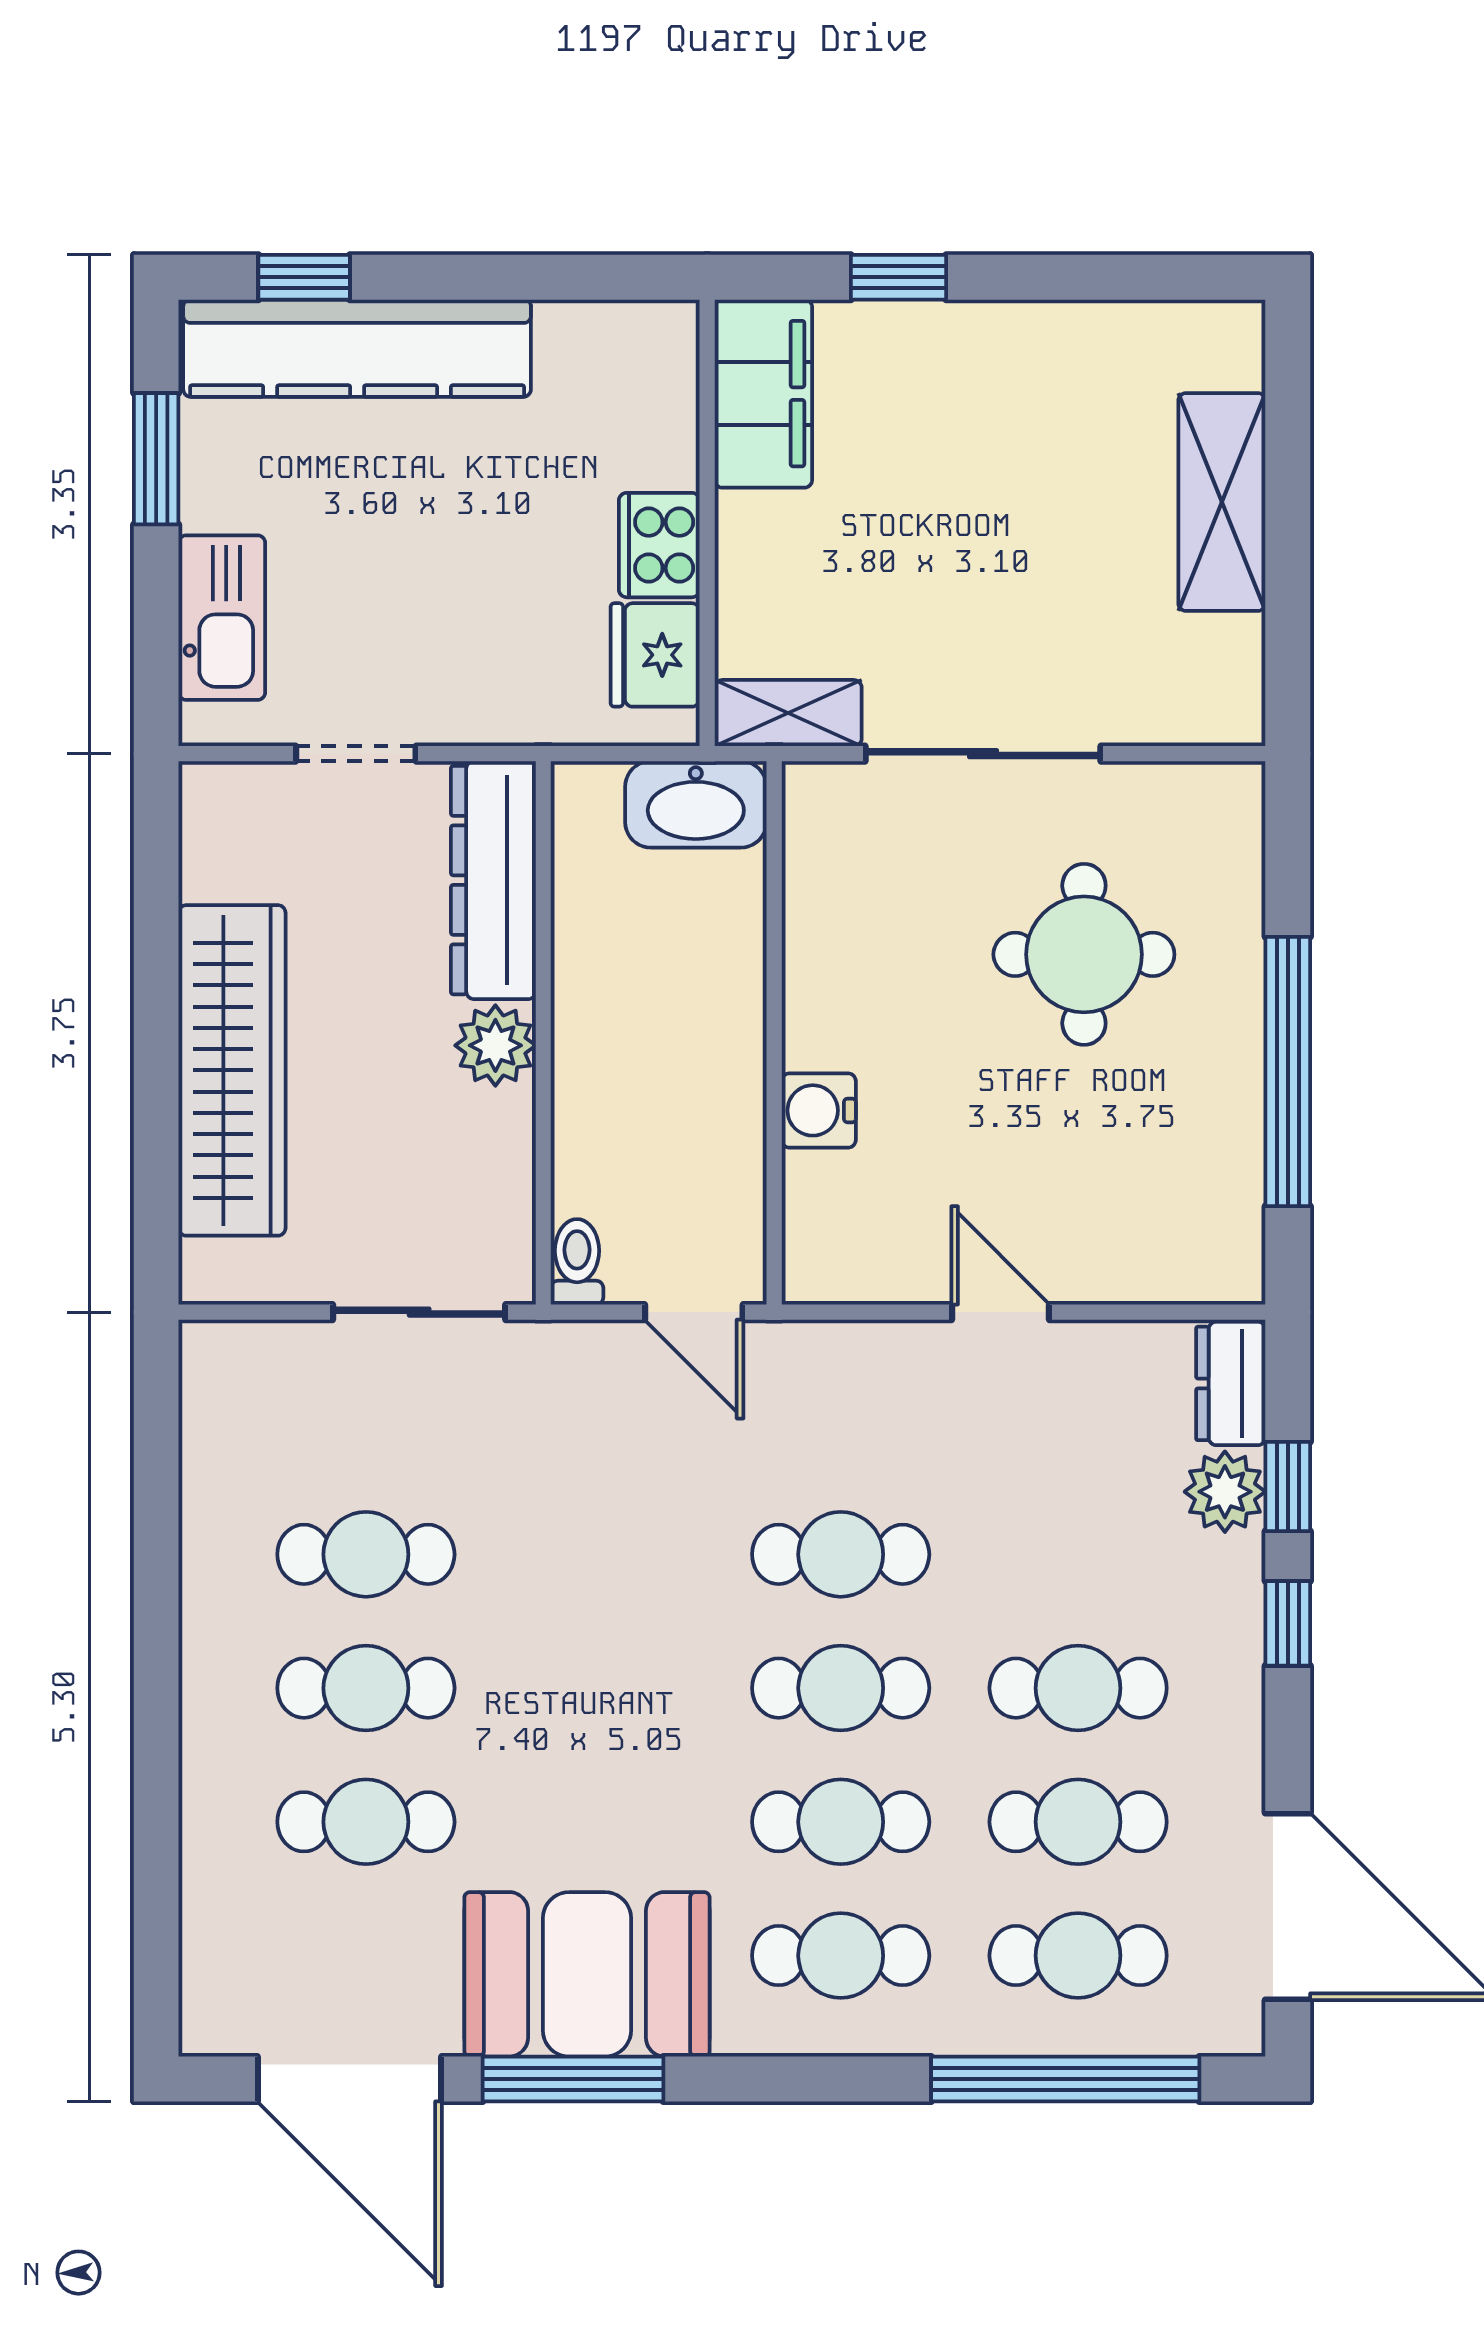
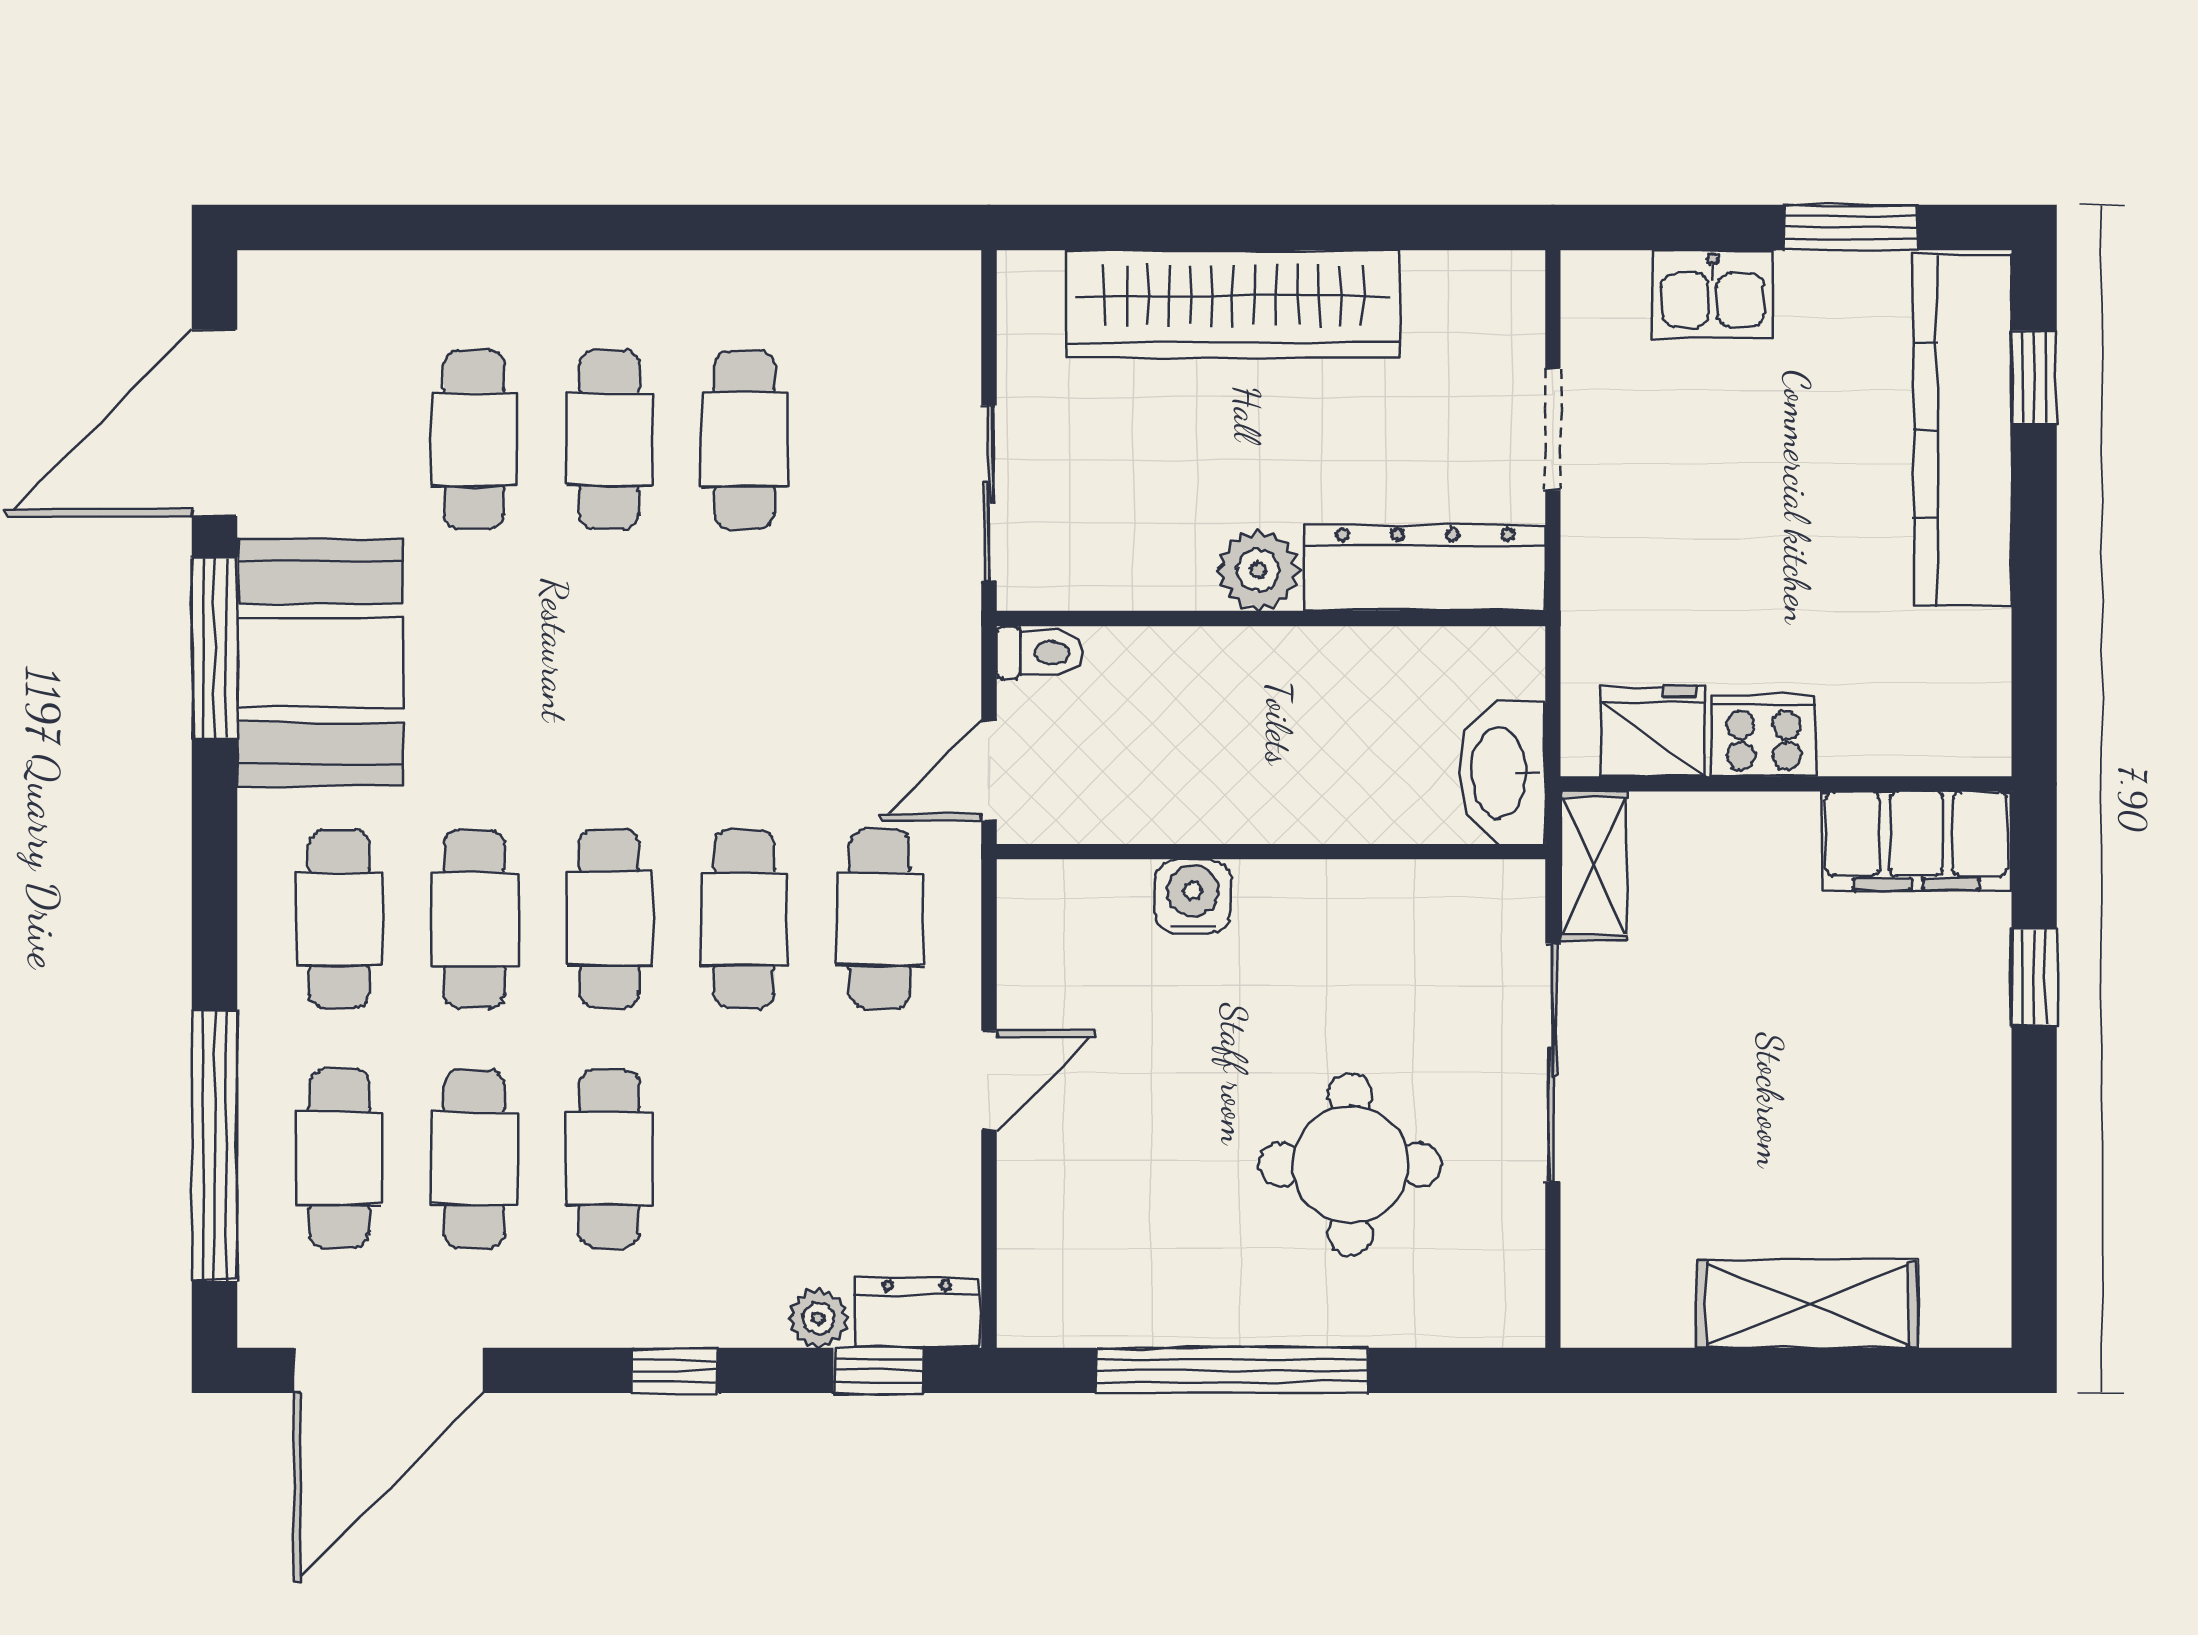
kitchen sink: (222, 618) -> (1713, 294), width x0.73
cafe table: (841, 1421) -> (879, 919), added
window: (1288, 1487) -> (879, 1370), moved
plant: (1225, 1492) -> (819, 1318), width x0.73, depth x0.73

